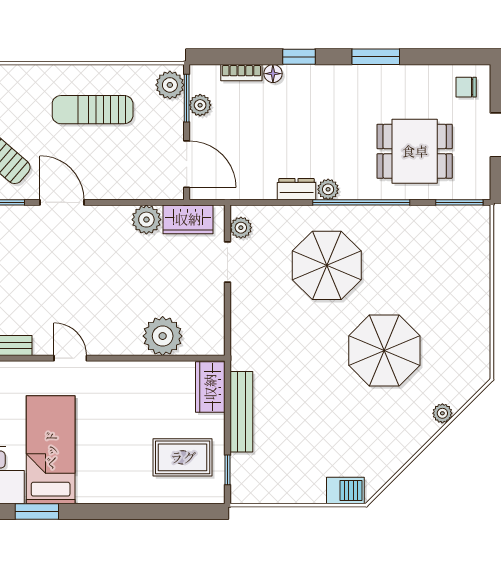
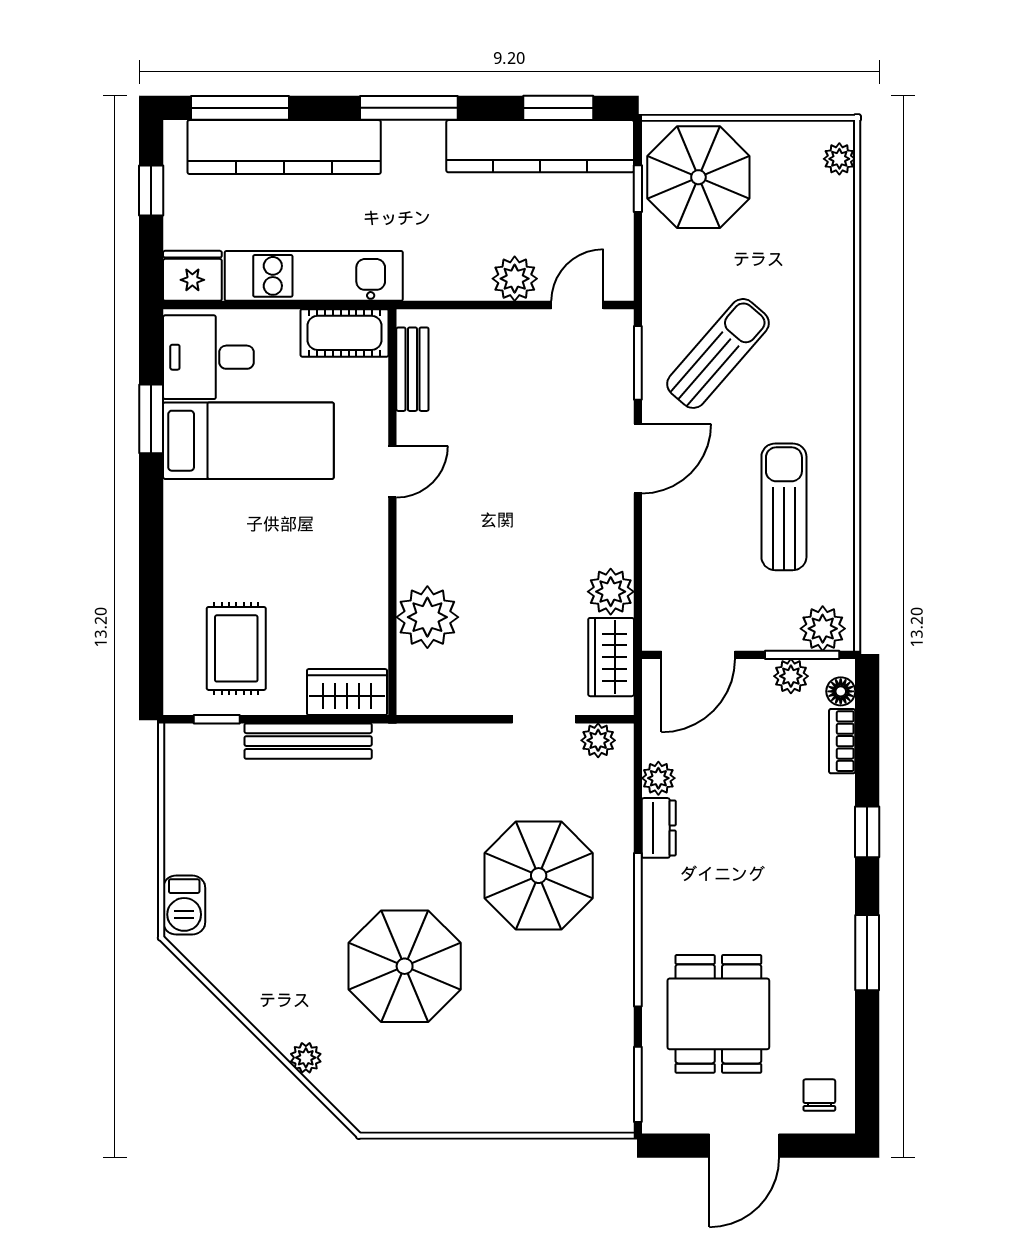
floor lamp: (273, 74) -> (841, 691), moved
plant: (328, 189) -> (658, 778), moved

